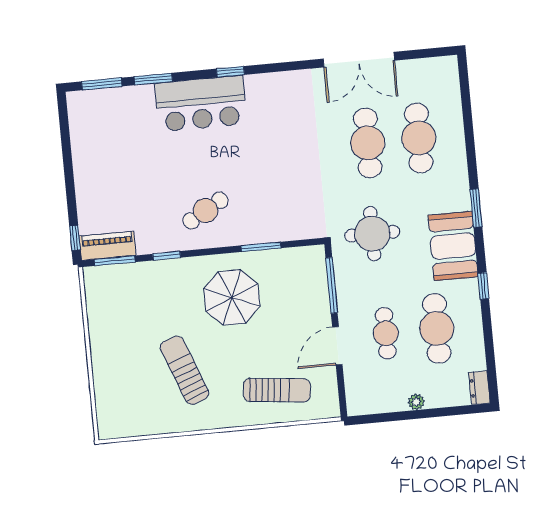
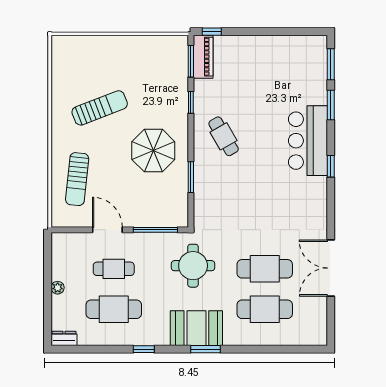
booth: (453, 246) -> (196, 328), moved

